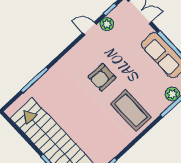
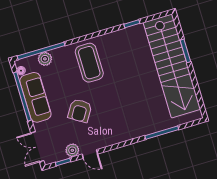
armchair: (102, 77) -> (80, 111), moved, turned 122

